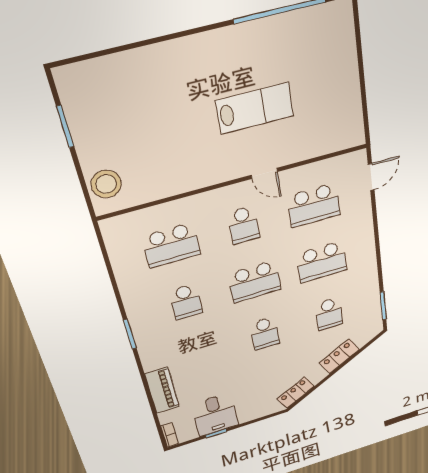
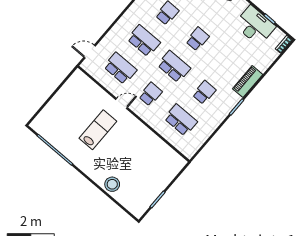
lab bench: (255, 108) -> (98, 130), turned 90
door: (264, 173) -> (122, 103), hinge flipped
stool: (106, 184) -> (112, 184), moved
piano: (162, 390) -> (248, 82), moved
desk: (215, 415) -> (255, 26), width x1.37

